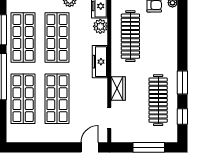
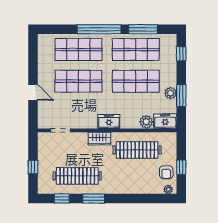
freezer: (100, 62) -> (109, 121), width x0.71
wardrobe: (118, 88) -> (99, 139), moved
door: (90, 147) -> (33, 92), moved
window: (149, 147) -> (33, 167), width x0.46

